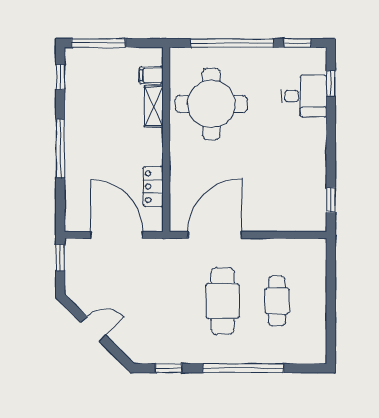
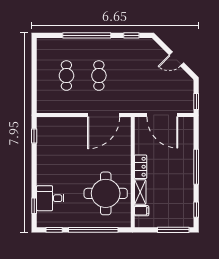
locker: (153, 187) -> (141, 167), moved
cafe table: (223, 301) -> (99, 76), width x0.73, depth x0.74

